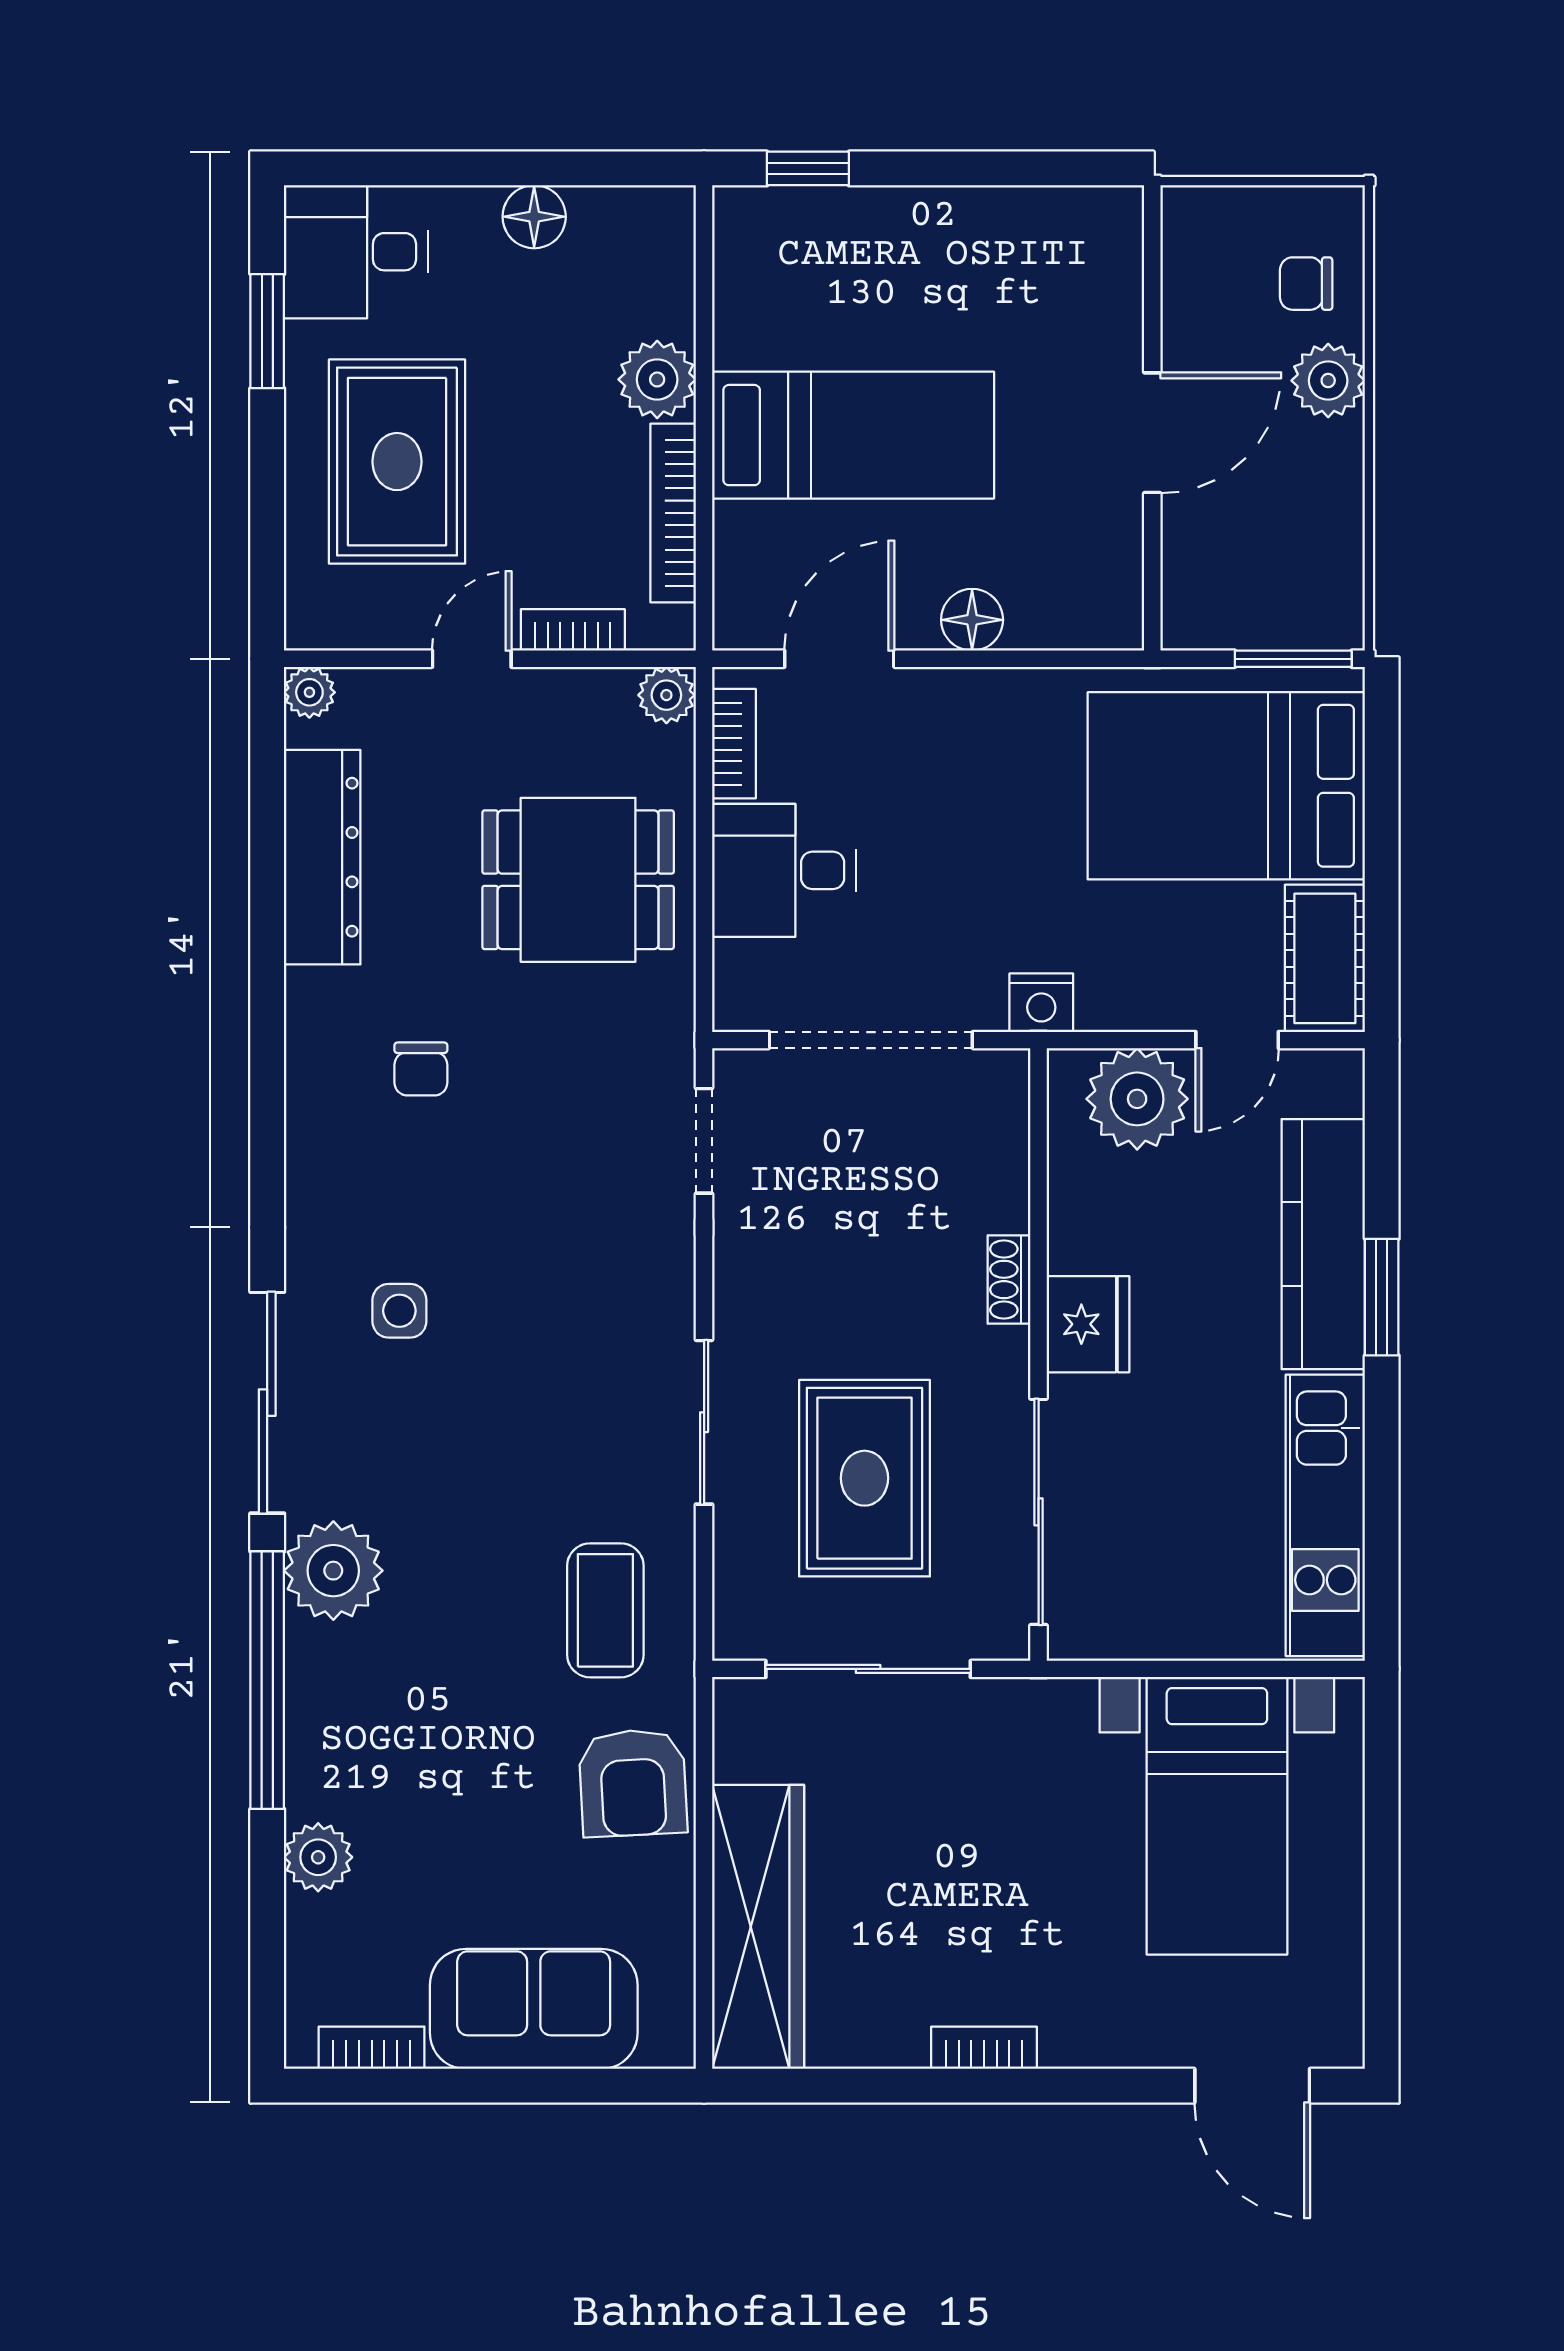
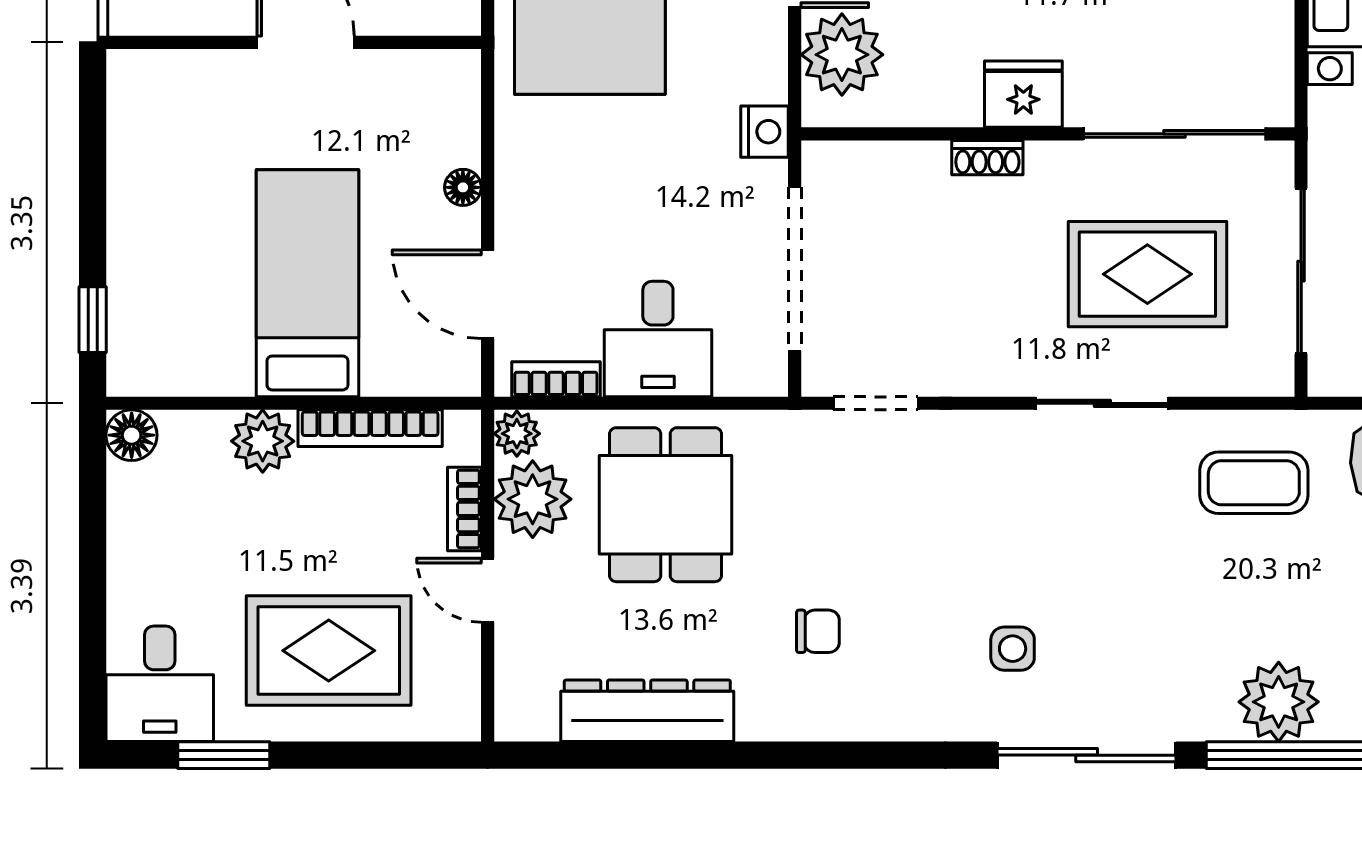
floor lamp: (534, 217) -> (132, 435), moved
floor lamp: (972, 620) -> (463, 187), width x0.73, depth x0.73
plant: (309, 692) -> (533, 499), moved, width x1.87, depth x1.87
plant: (333, 1571) -> (1279, 702), moved

